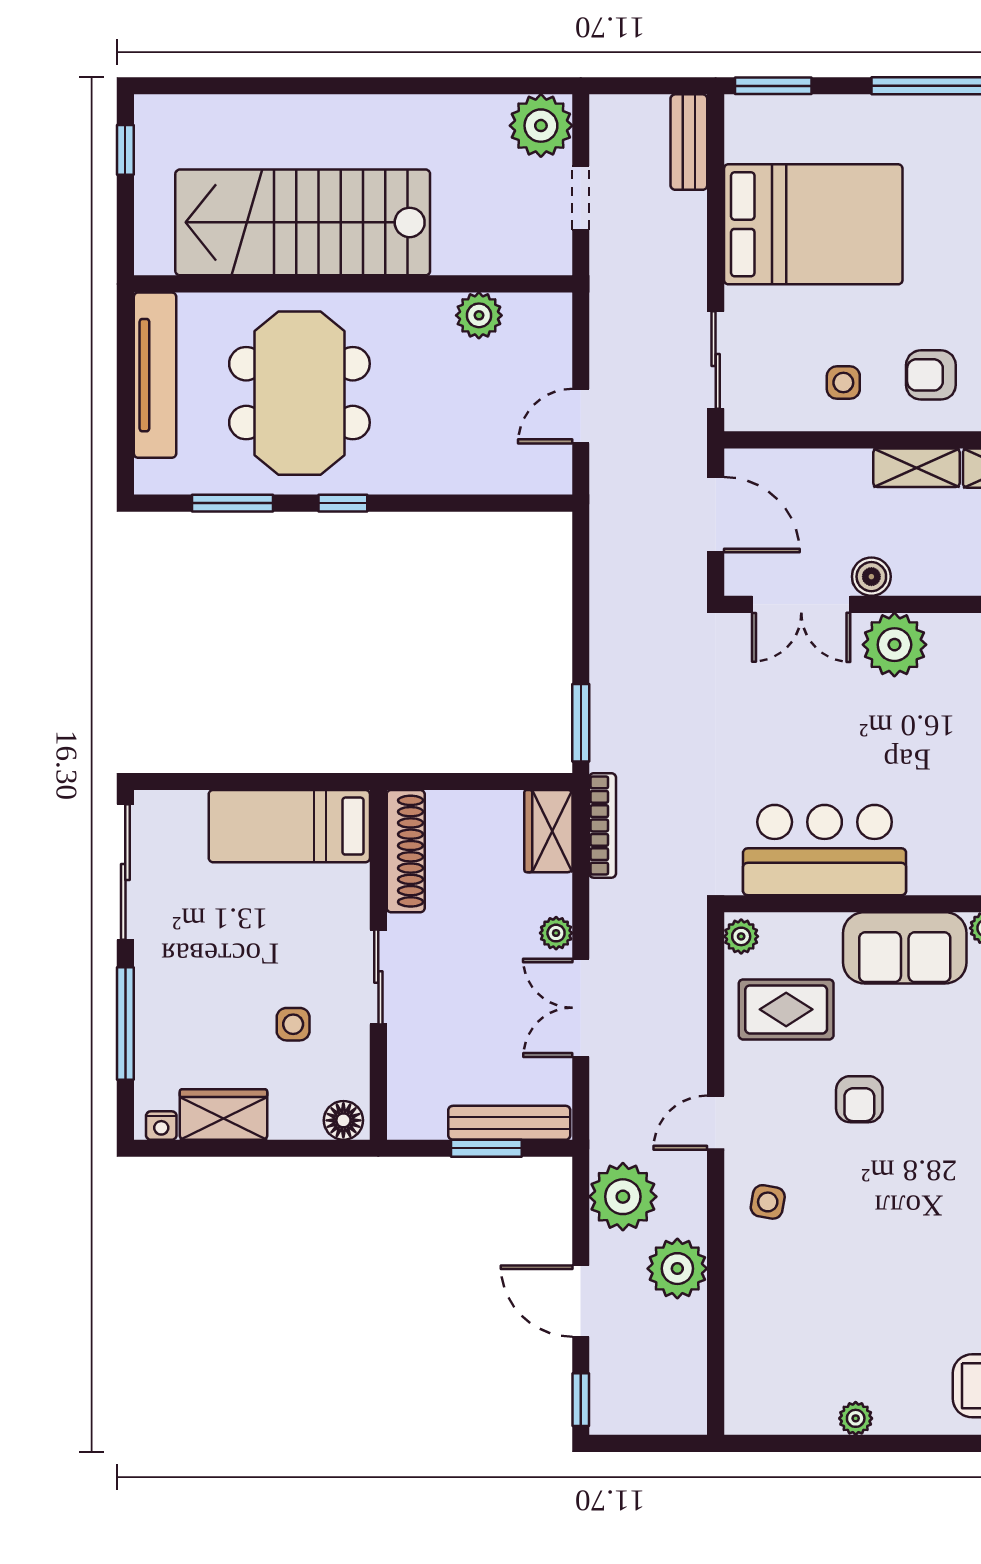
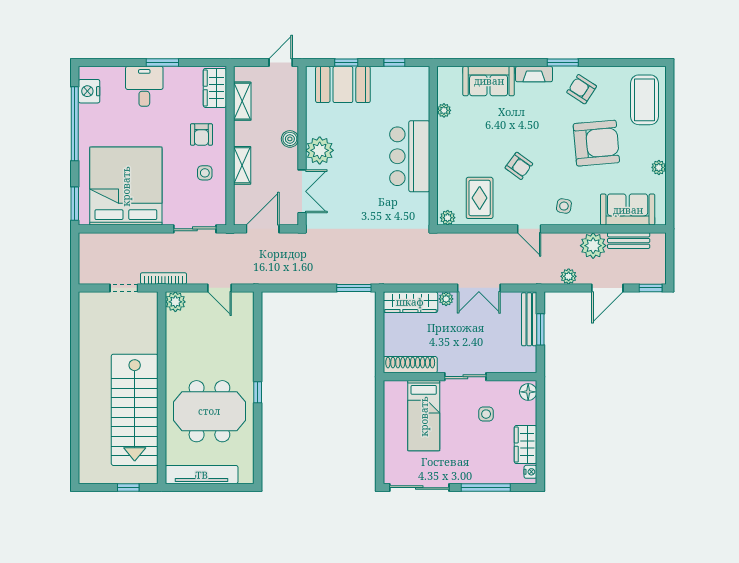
plant: (541, 126) -> (92, 305), removed
bench: (689, 142) -> (629, 241), moved
window: (125, 150) -> (128, 488), moved
bed: (813, 224) -> (126, 186), width x1.36
plant: (479, 315) -> (175, 302), moved
shelving: (916, 468) -> (242, 165), moved
window: (232, 503) -> (258, 441), removed
boiler: (871, 577) -> (290, 139), moved
bookcase: (603, 825) -> (164, 278), moved
bed: (289, 826) -> (424, 416), moved
wardrobe: (548, 831) -> (410, 302), width x1.50
bar counter: (825, 850) -> (410, 156), moved
sofa: (905, 948) -> (628, 210), moved, turned -90
armchair: (859, 1099) -> (519, 166), turned 36
plant: (623, 1197) -> (569, 276), width x0.53, depth x0.53
armchair: (911, 1276) -> (596, 143), added

